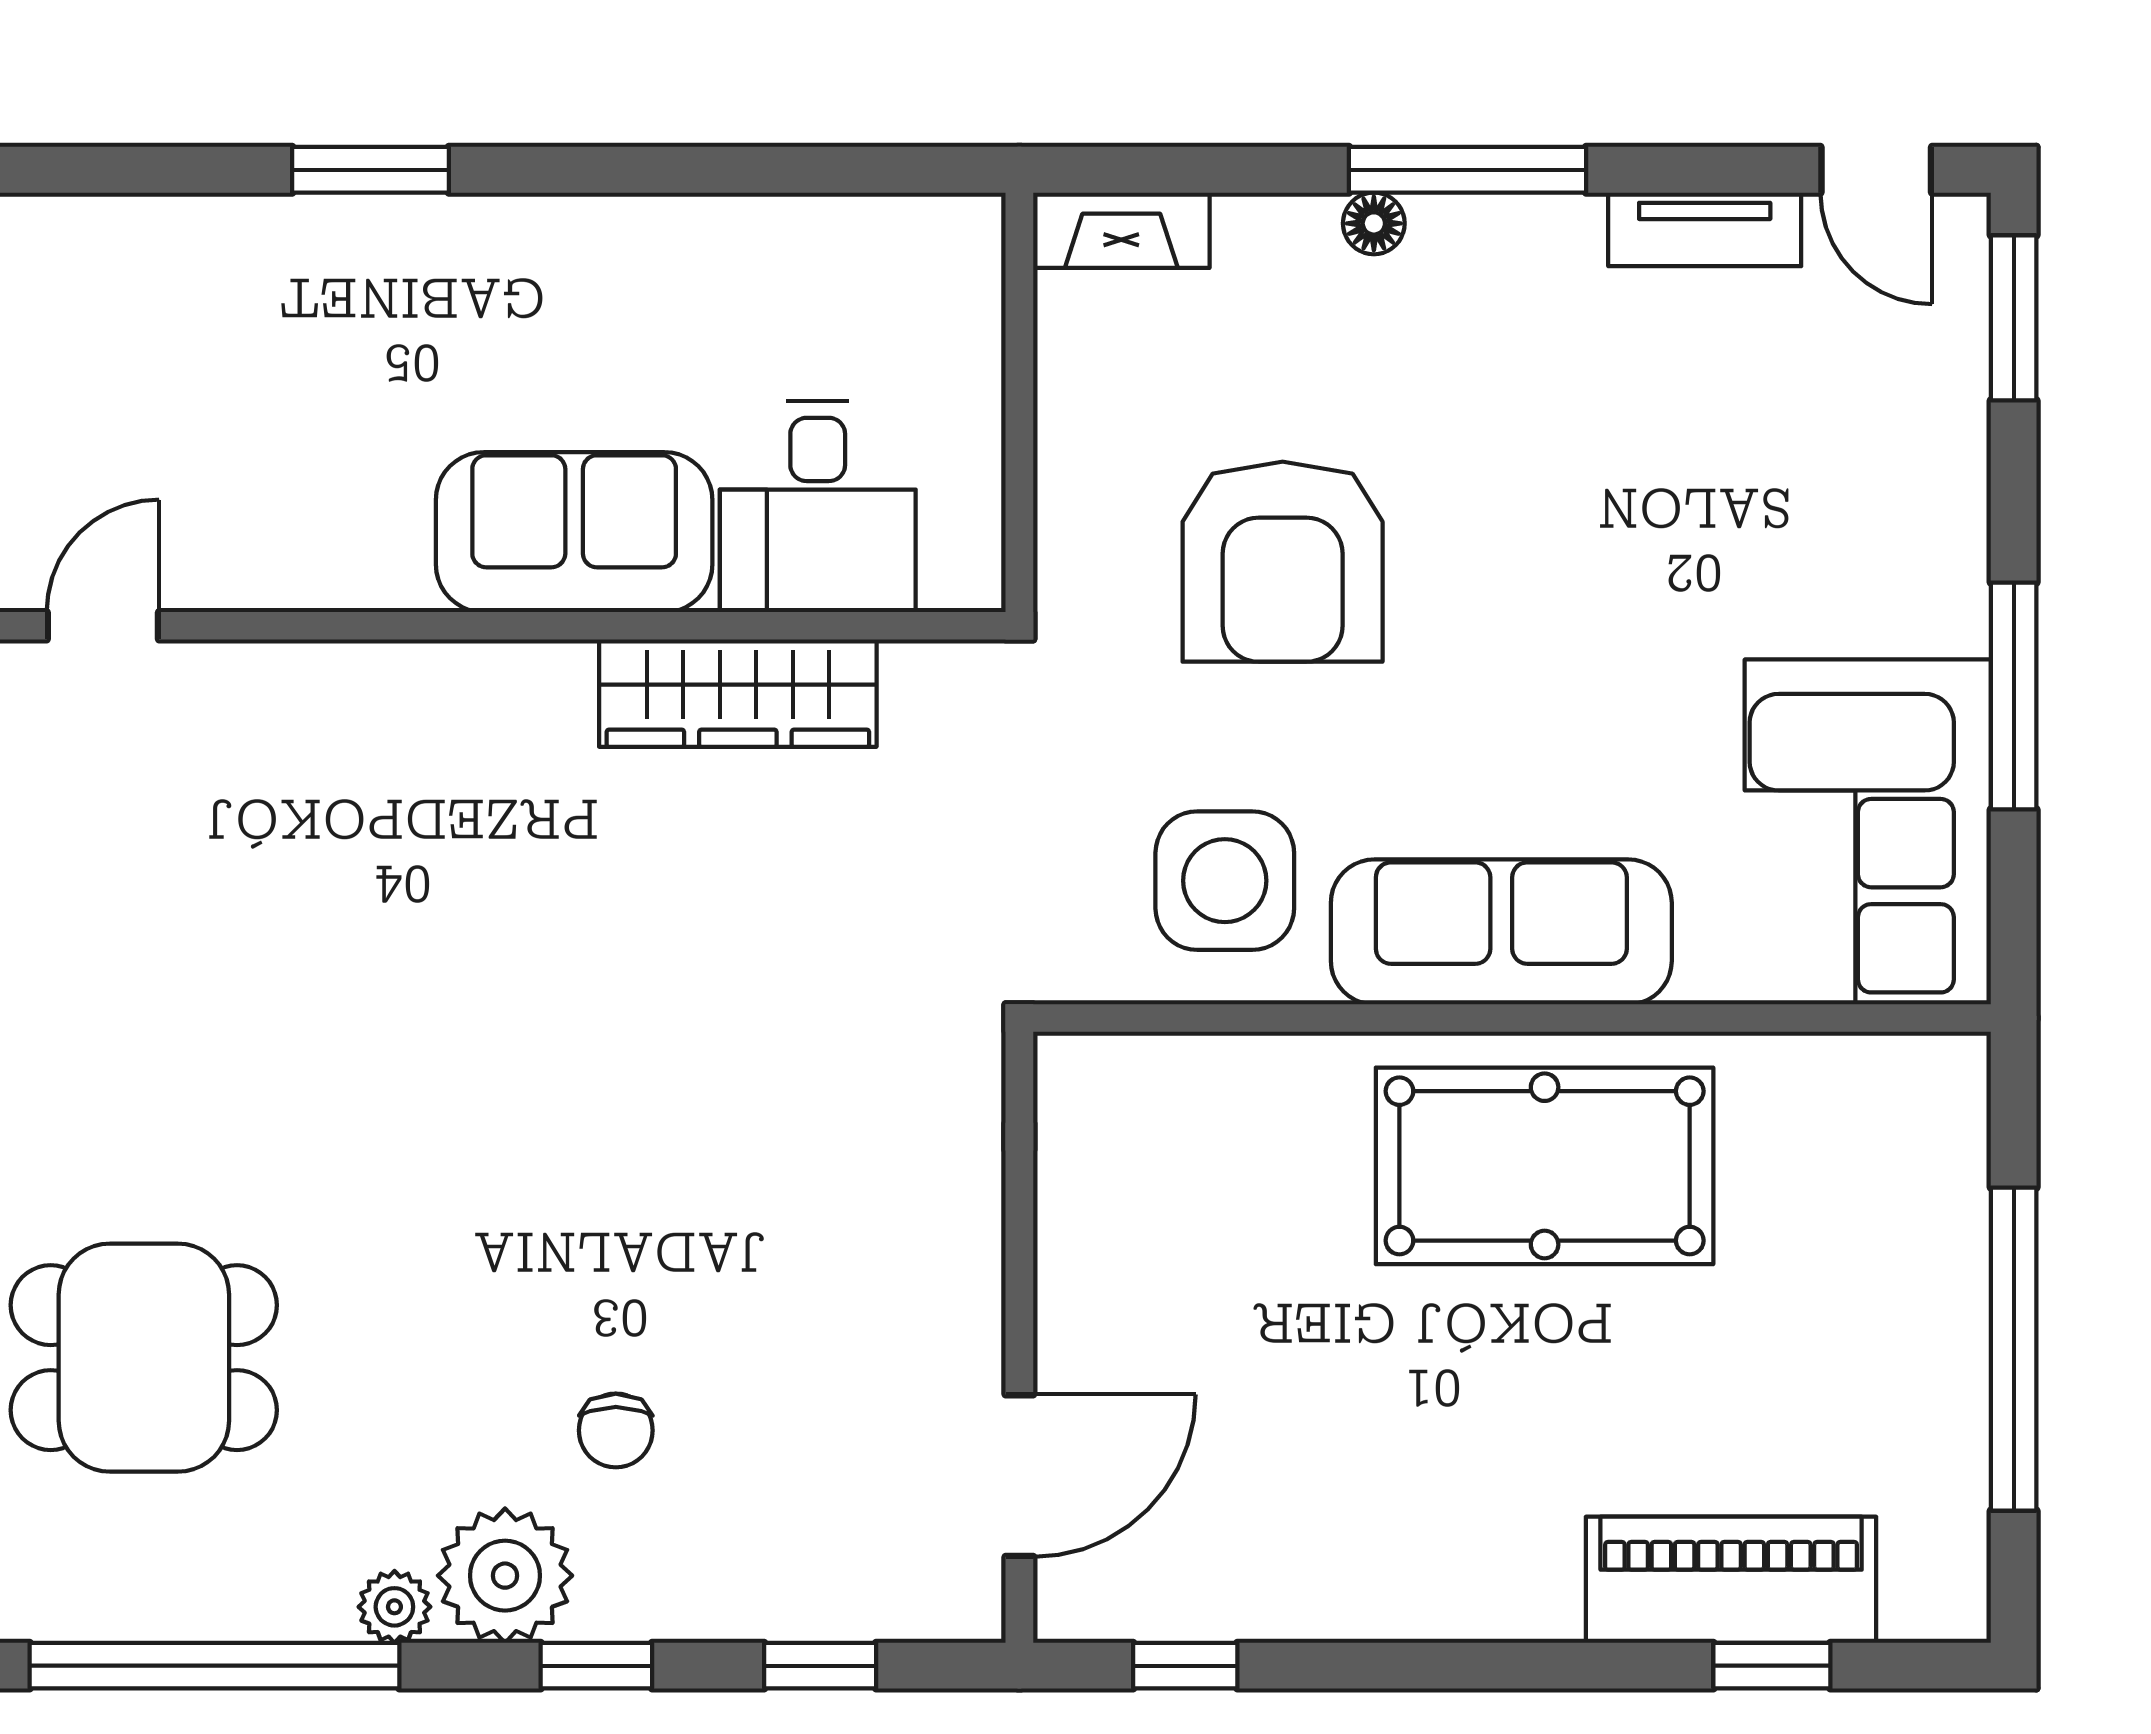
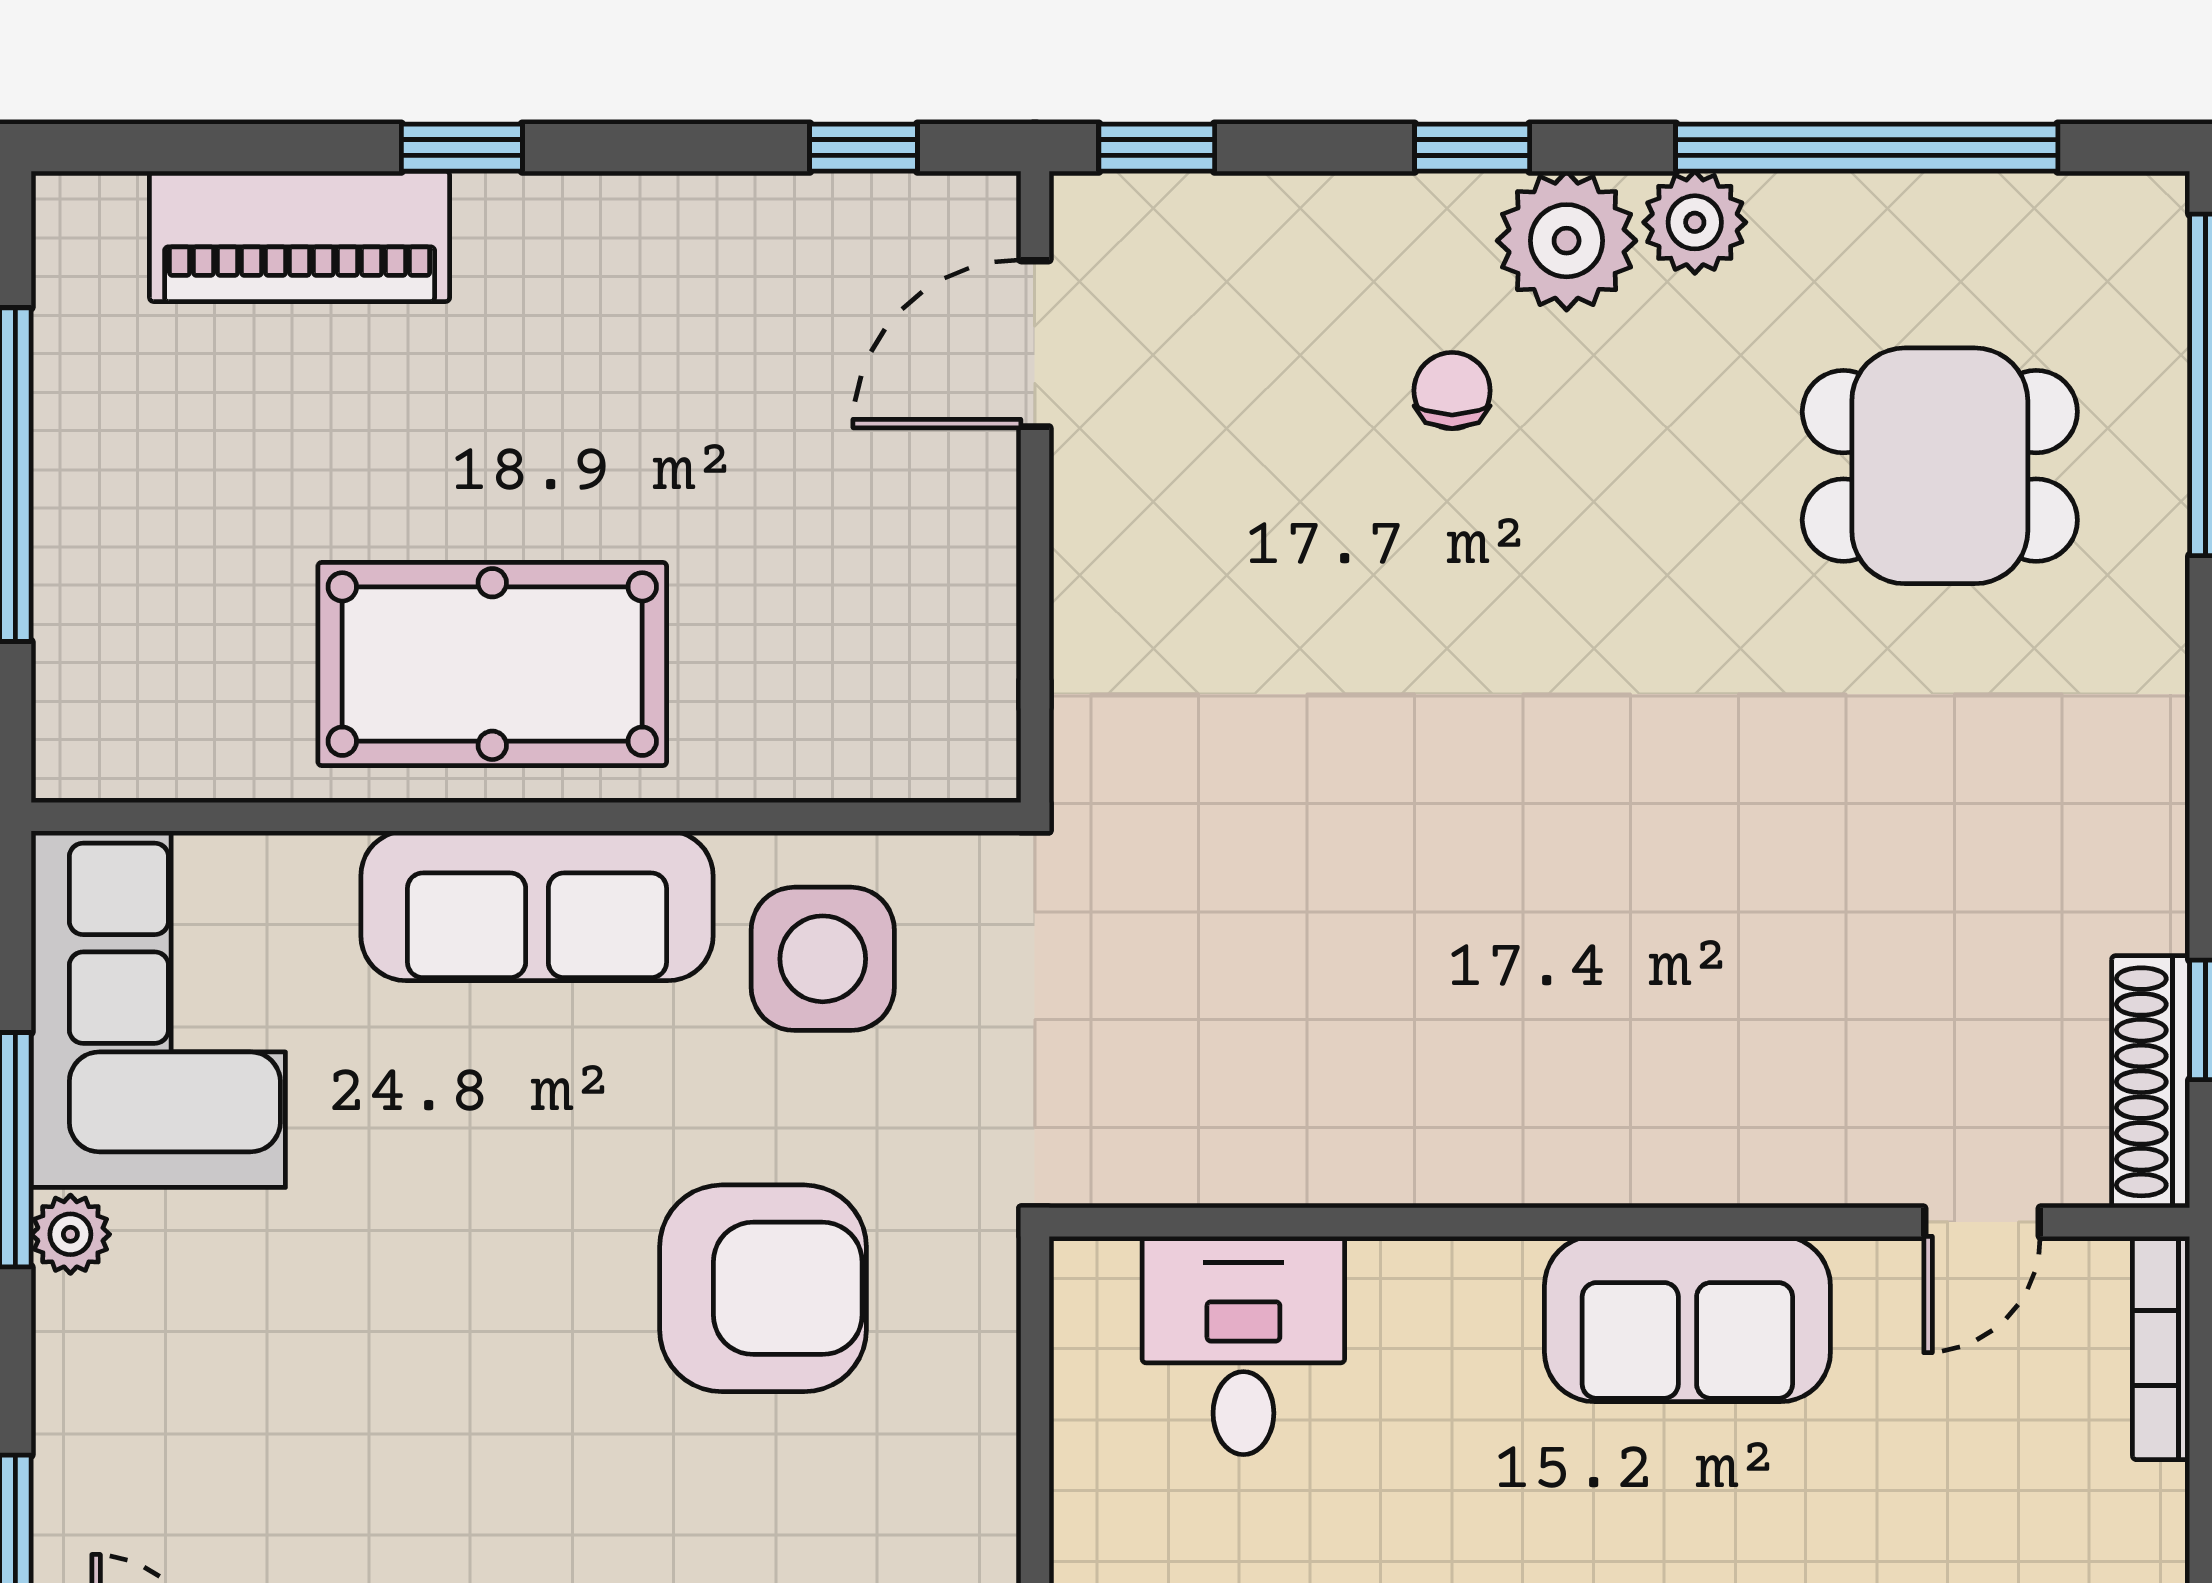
sofa: (574, 532) -> (1687, 1319), moved
armchair: (1283, 562) -> (763, 1288), turned 90
plant: (1953, 614) -> (70, 1234), added
wardrobe: (738, 693) -> (1326, 1153), removed
plant: (394, 1607) -> (1695, 222), width x1.38, depth x1.38
window: (820, 1666) -> (1157, 148), moved
window: (1772, 1666) -> (462, 148), moved

